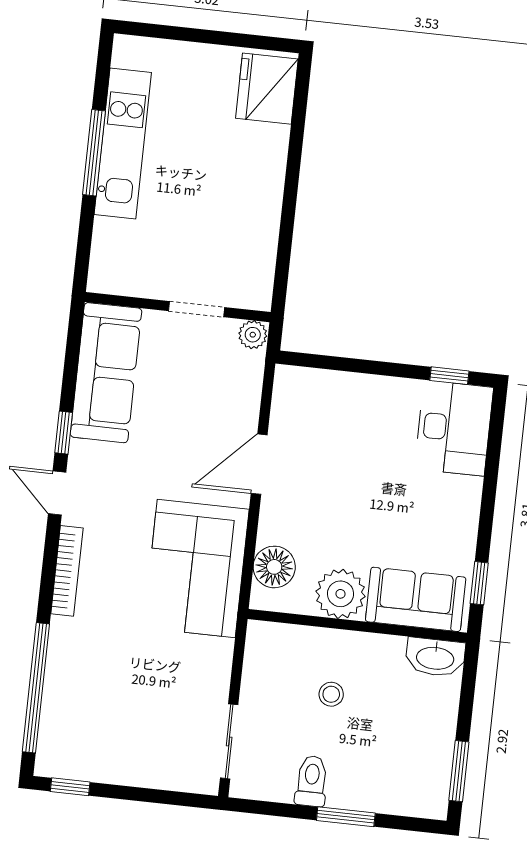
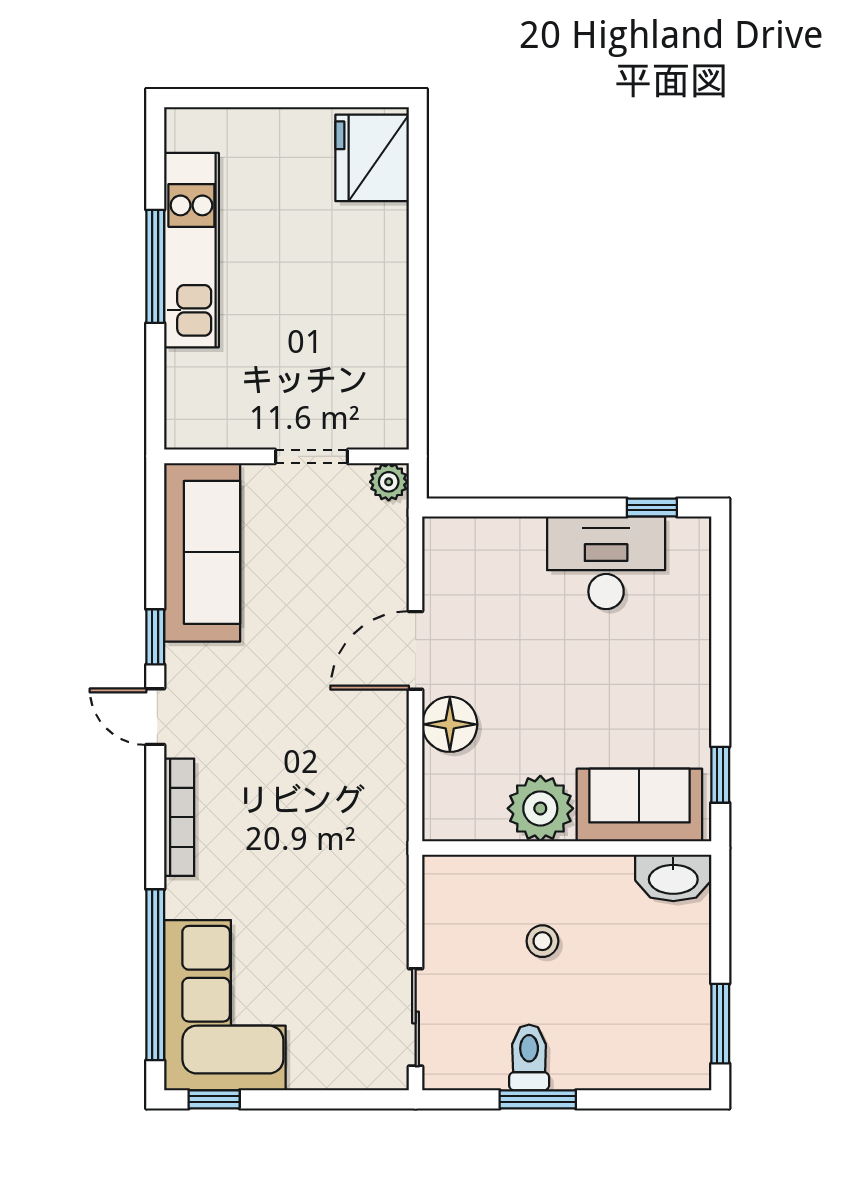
desk: (454, 428) -> (606, 563), moved, turned -90
floor lamp: (274, 567) -> (450, 724), moved
corner sofa: (196, 568) -> (225, 1005), moved, turned 180
window: (346, 817) -> (538, 1099), moved

